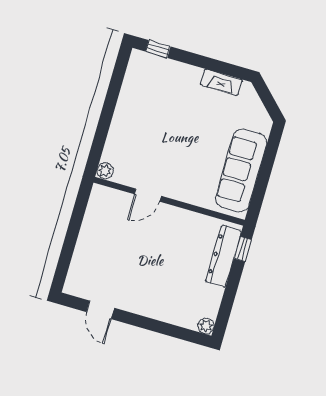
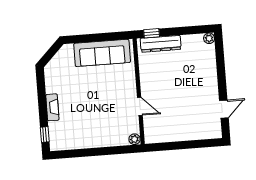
fireplace: (221, 82) -> (52, 107), moved

